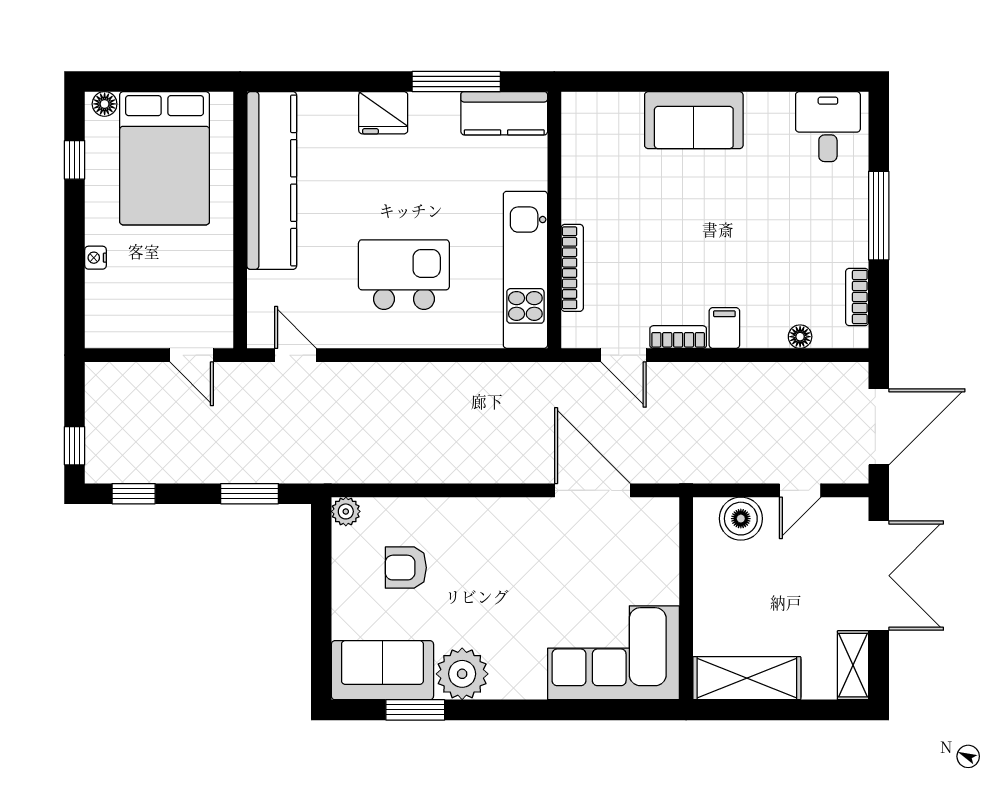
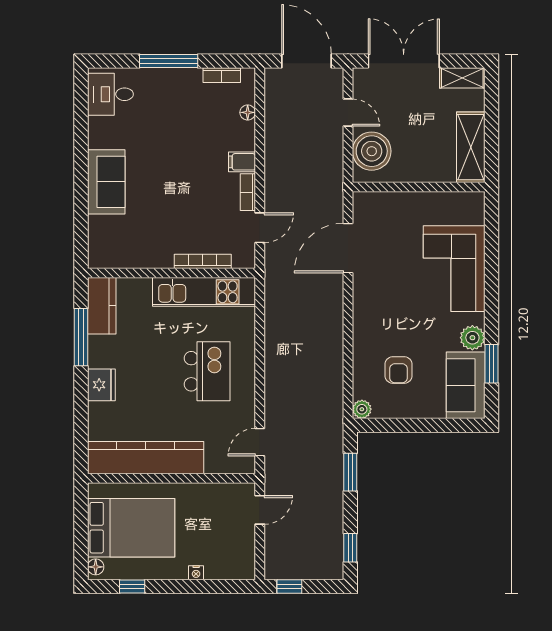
kitchen island: (404, 275) -> (207, 371), turned 180
window: (75, 446) -> (289, 586), moved
boiler: (741, 519) -> (372, 151), width x1.37, depth x1.37
corner sofa: (613, 653) -> (454, 269), moved
plant: (462, 674) -> (472, 338), width x0.73, depth x0.73

